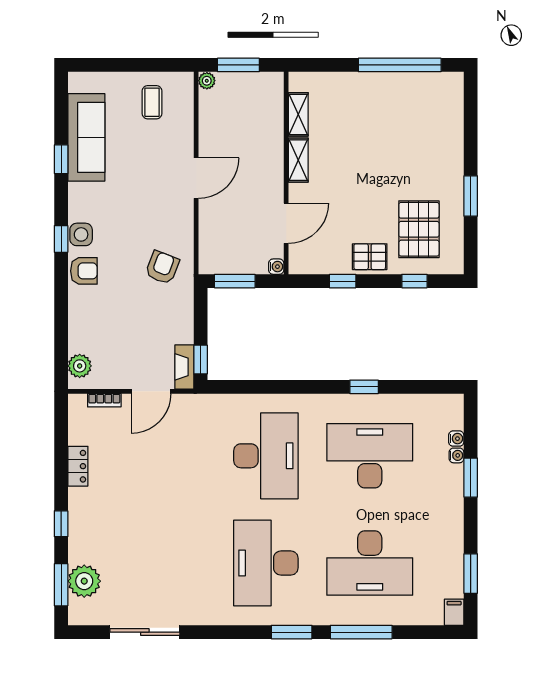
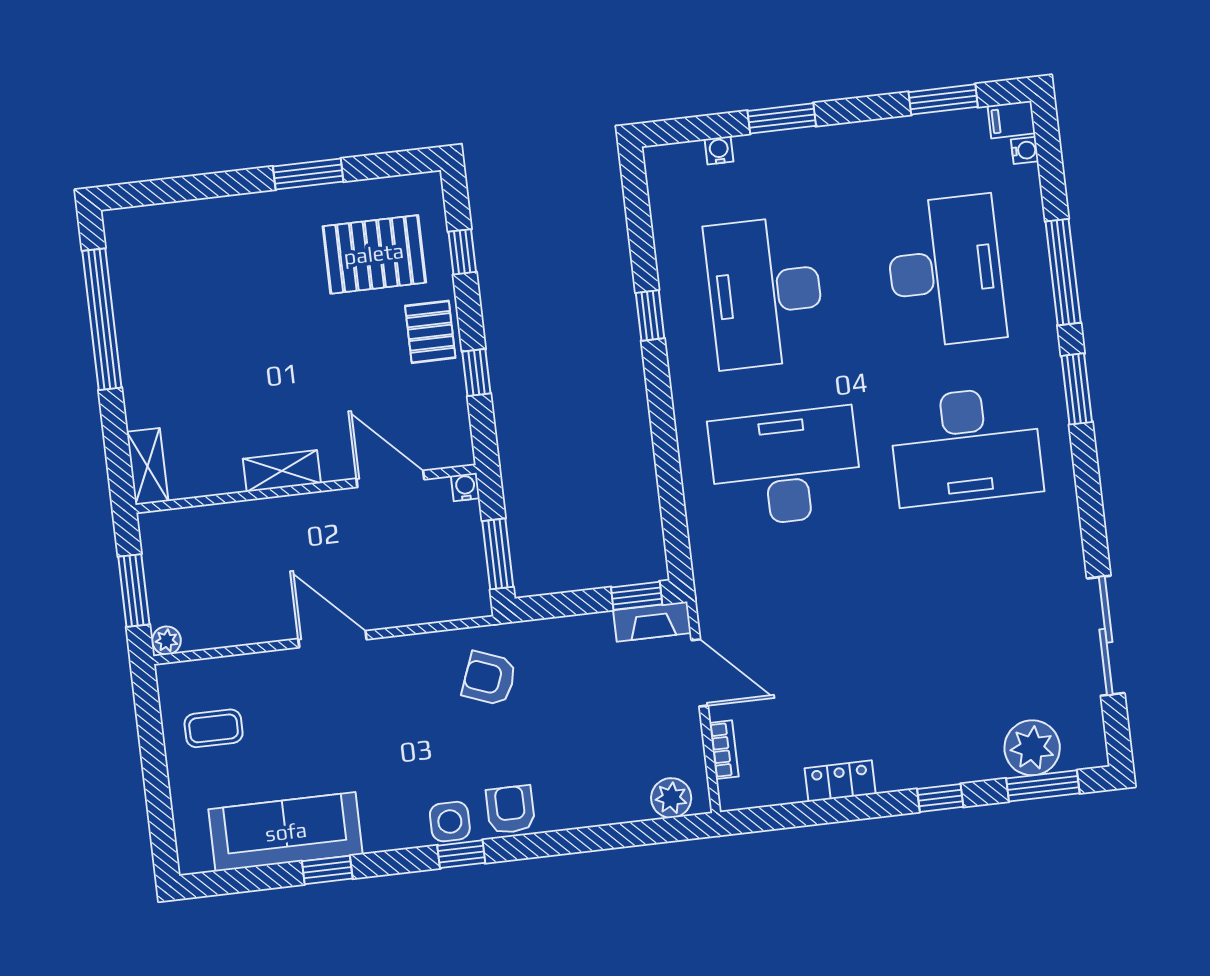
shelving: (298, 114) -> (147, 466), moved, turned 90
water cooler: (457, 455) -> (1025, 150), moved, turned 90

